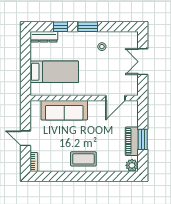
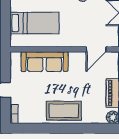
coffee table: (83, 159) -> (64, 111), width x1.36, depth x1.32

